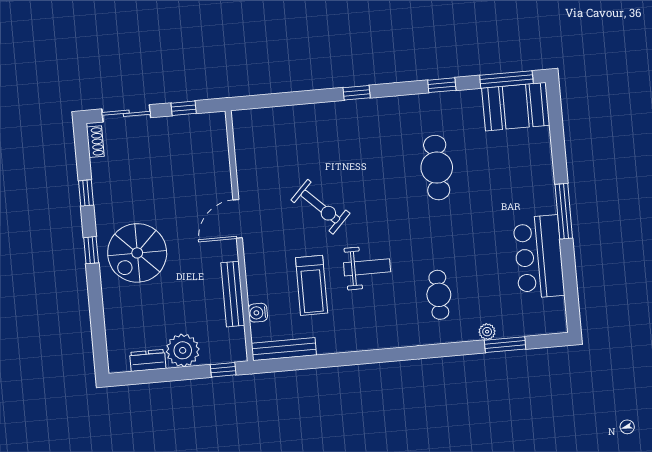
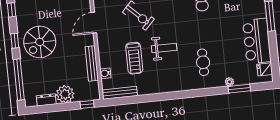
fridge: (553, 309) -> (265, 69), added
window: (97, 322) -> (19, 80), added

